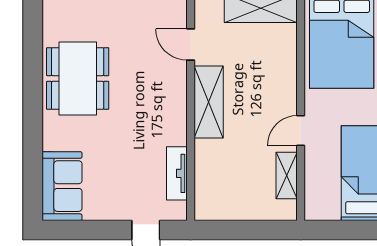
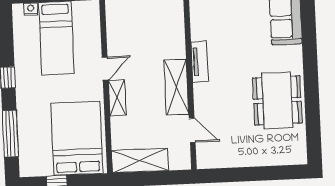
tv unit: (177, 173) -> (200, 62), moved
shelving: (287, 175) -> (117, 98), moved

